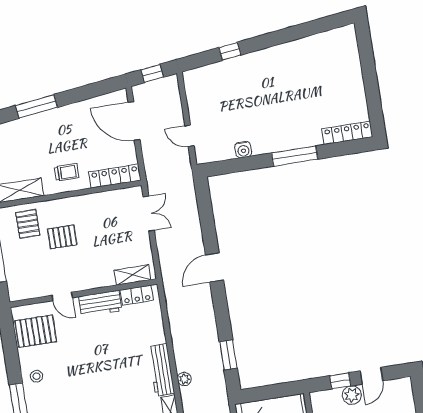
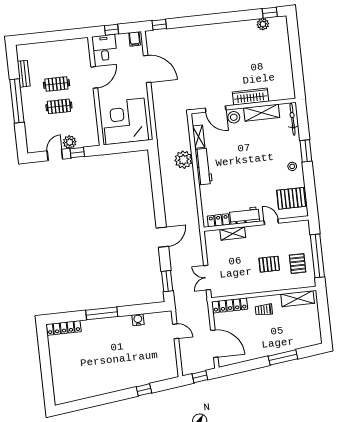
pallet: (28, 224) -> (298, 264), moved
shelving: (133, 275) -> (233, 233), moved
window: (228, 355) -> (167, 281), moved
plant: (184, 379) -> (183, 160), width x1.88, depth x1.88

